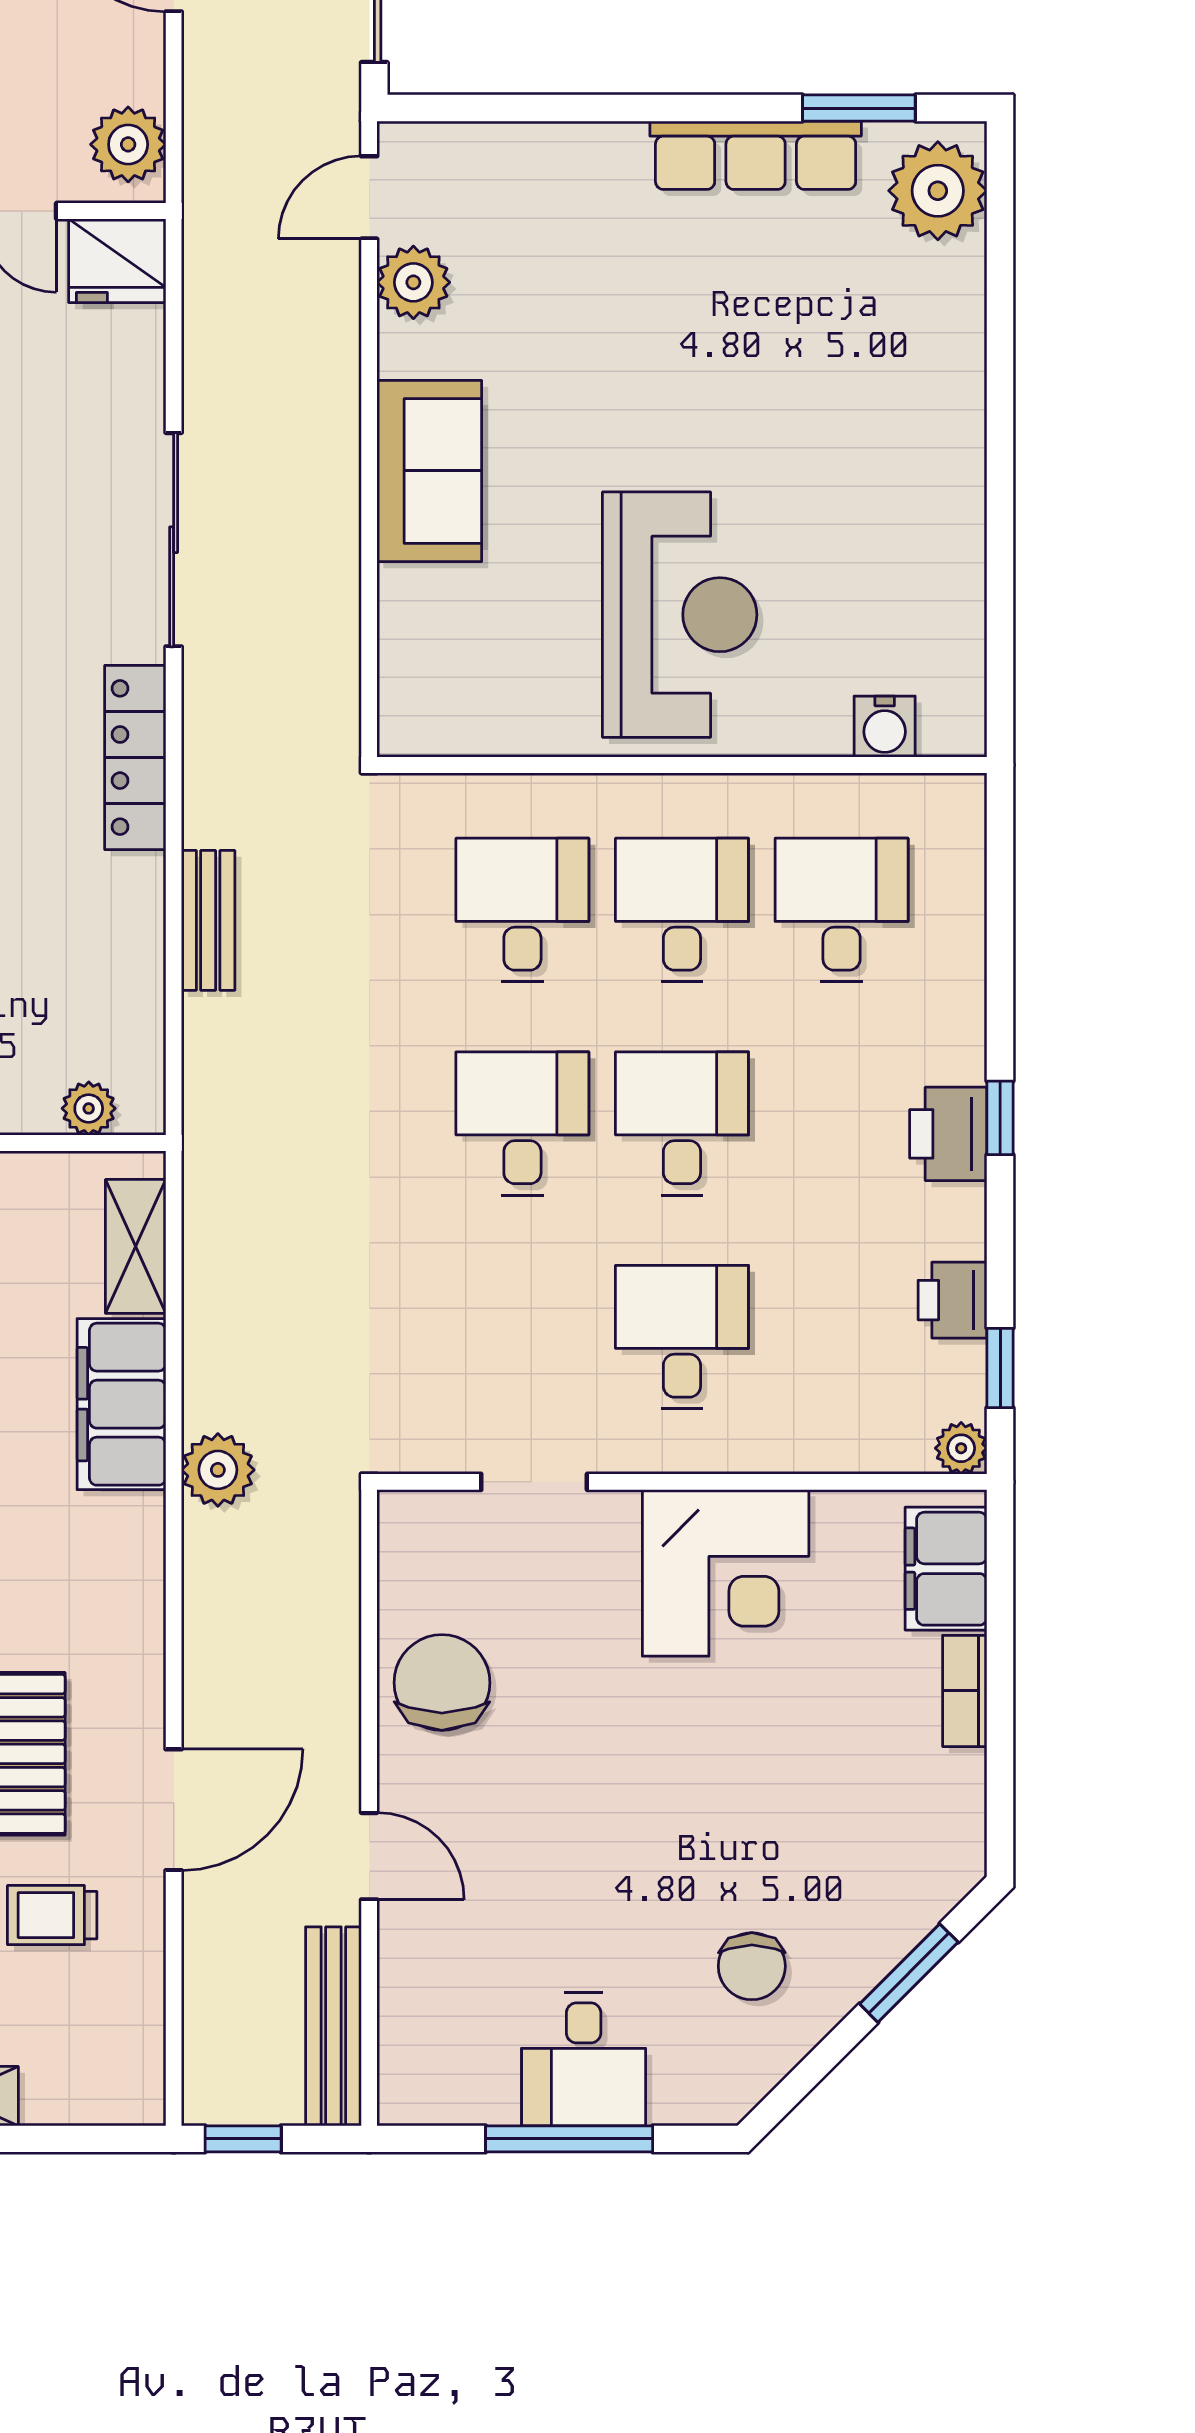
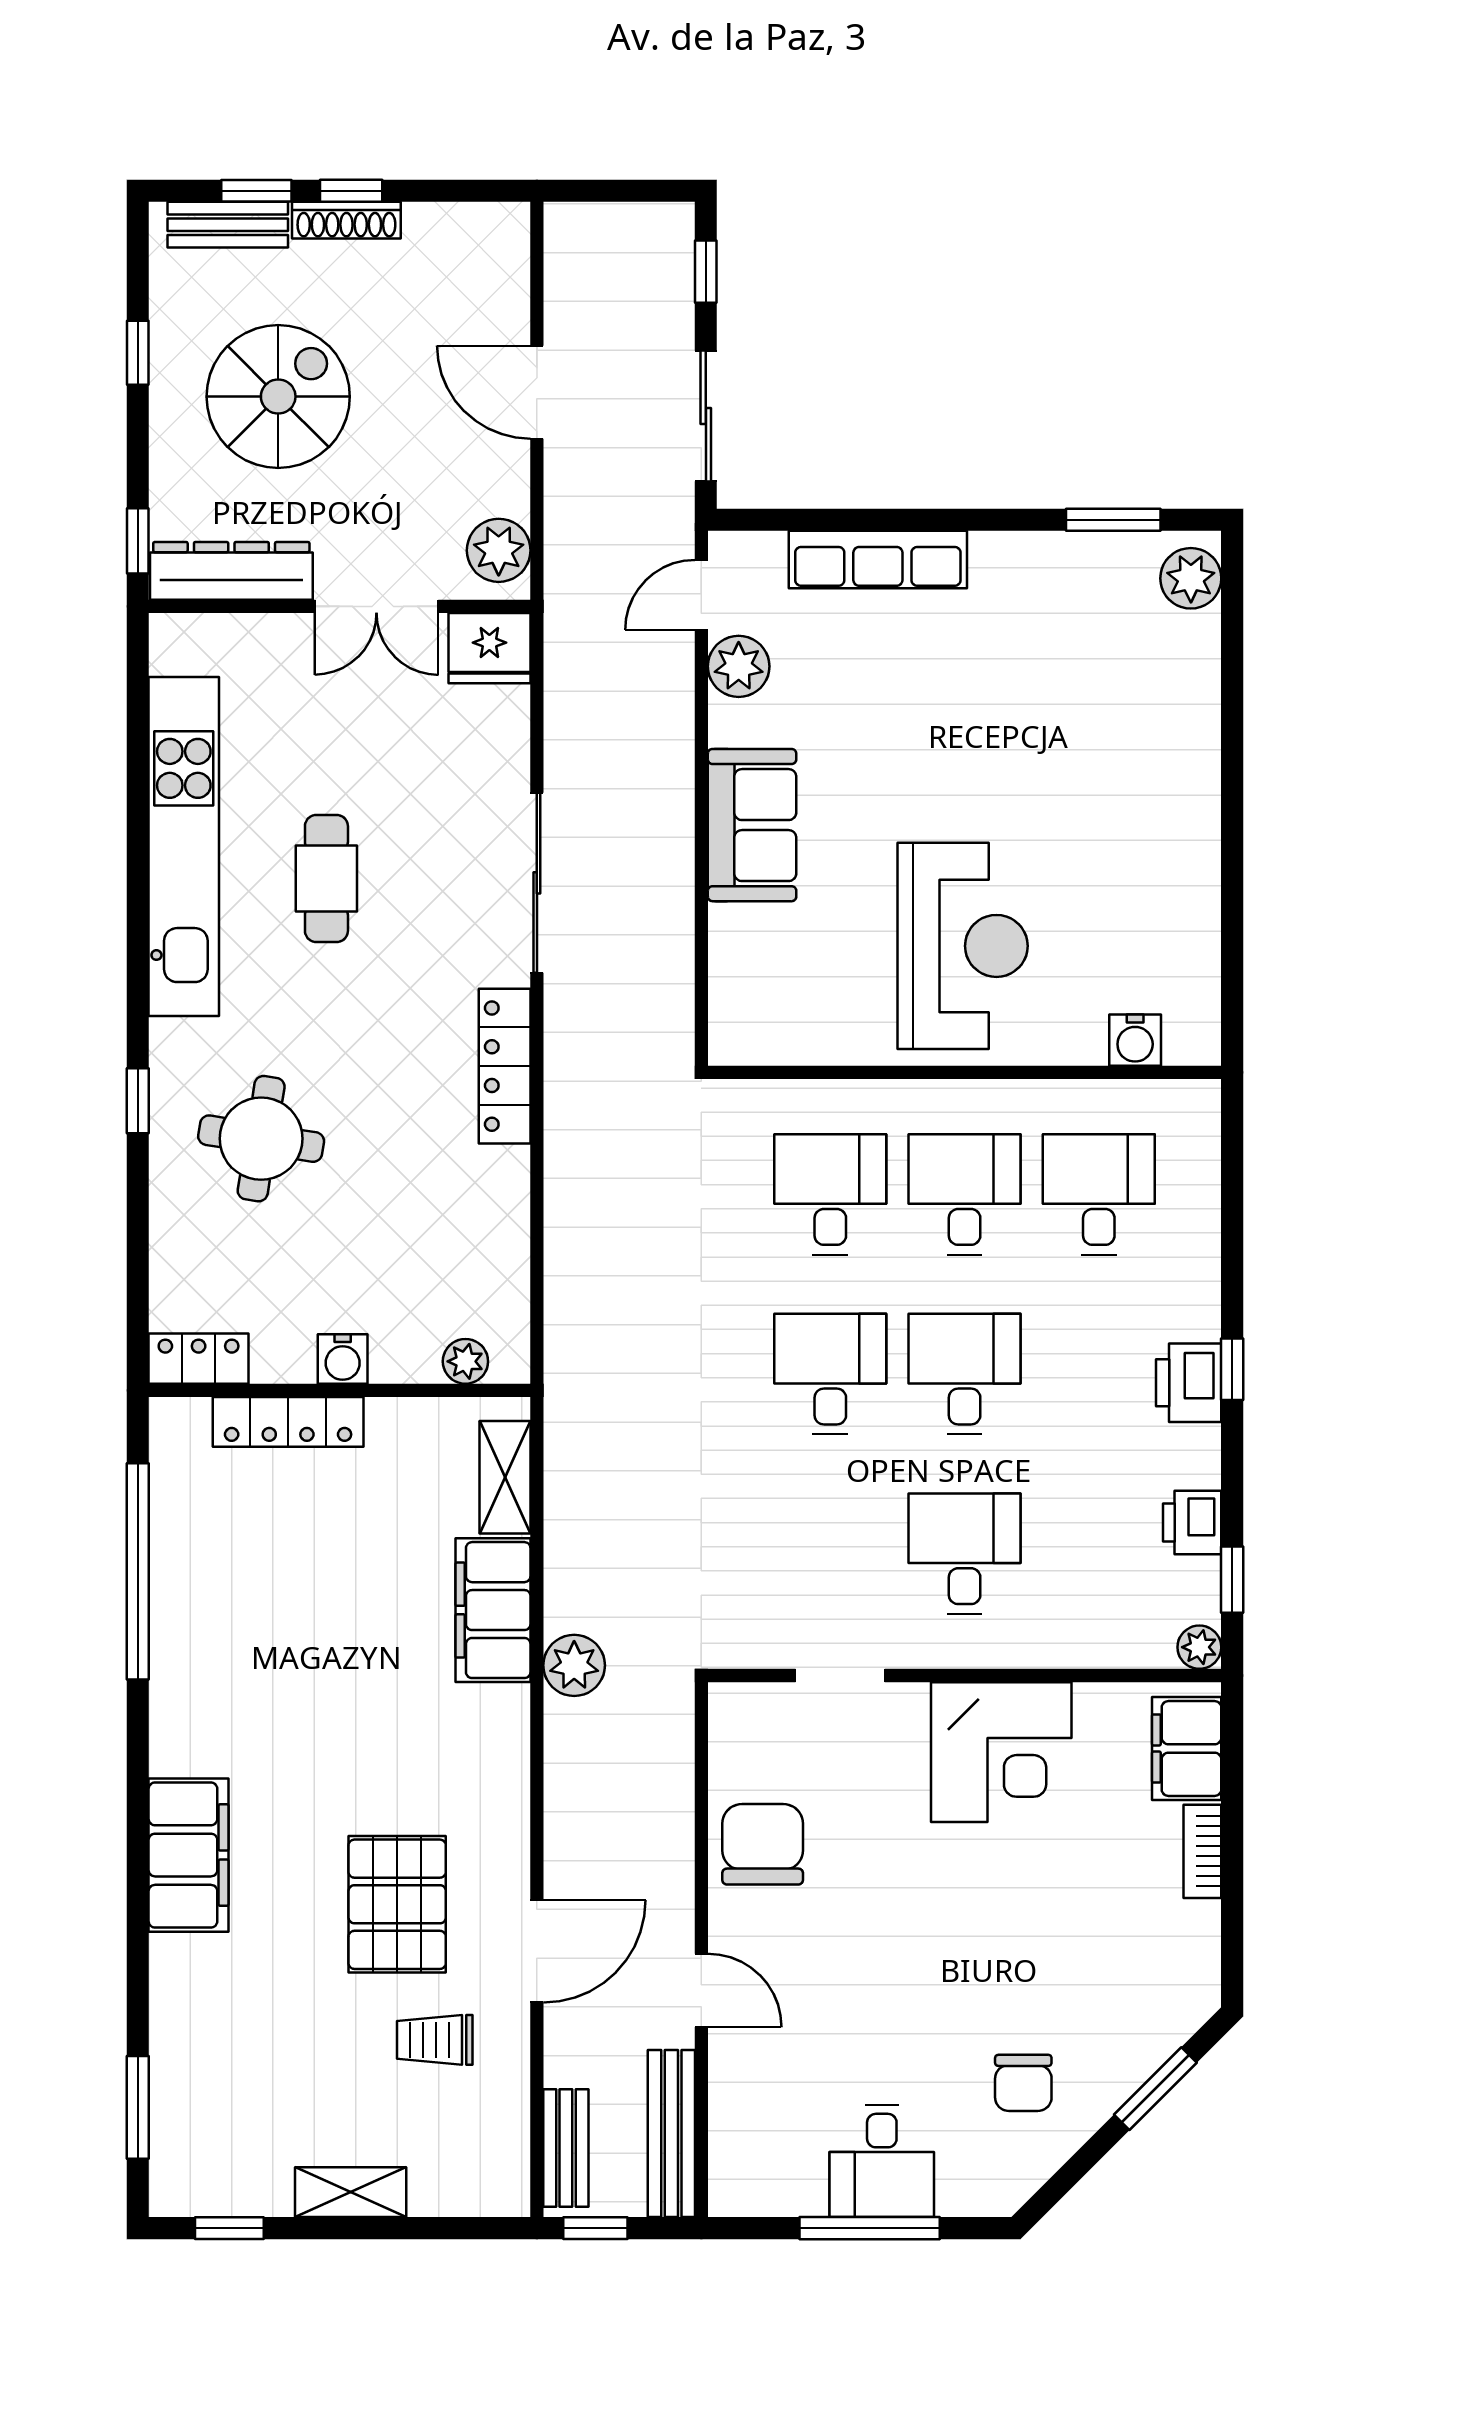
row of seats: (756, 155) -> (878, 559), moved
plant: (938, 191) -> (1191, 578), width x0.73, depth x0.73
bench: (208, 920) -> (566, 2148), moved

